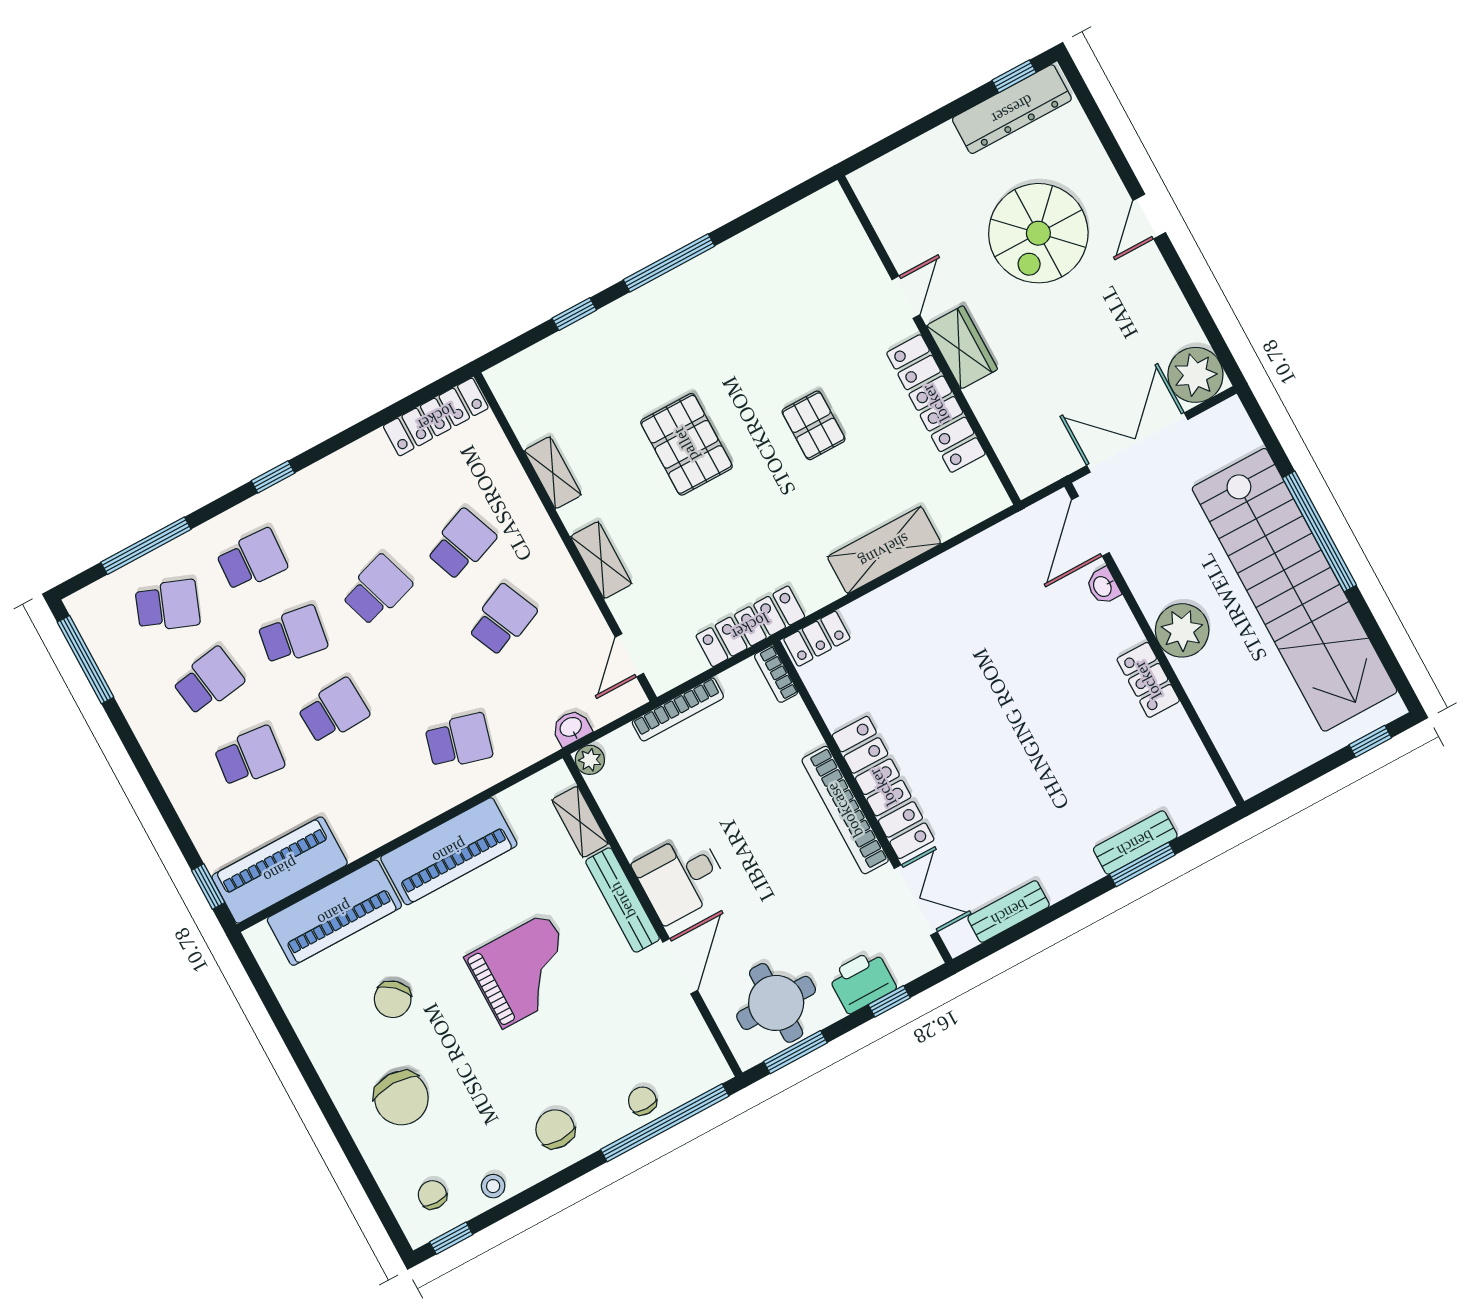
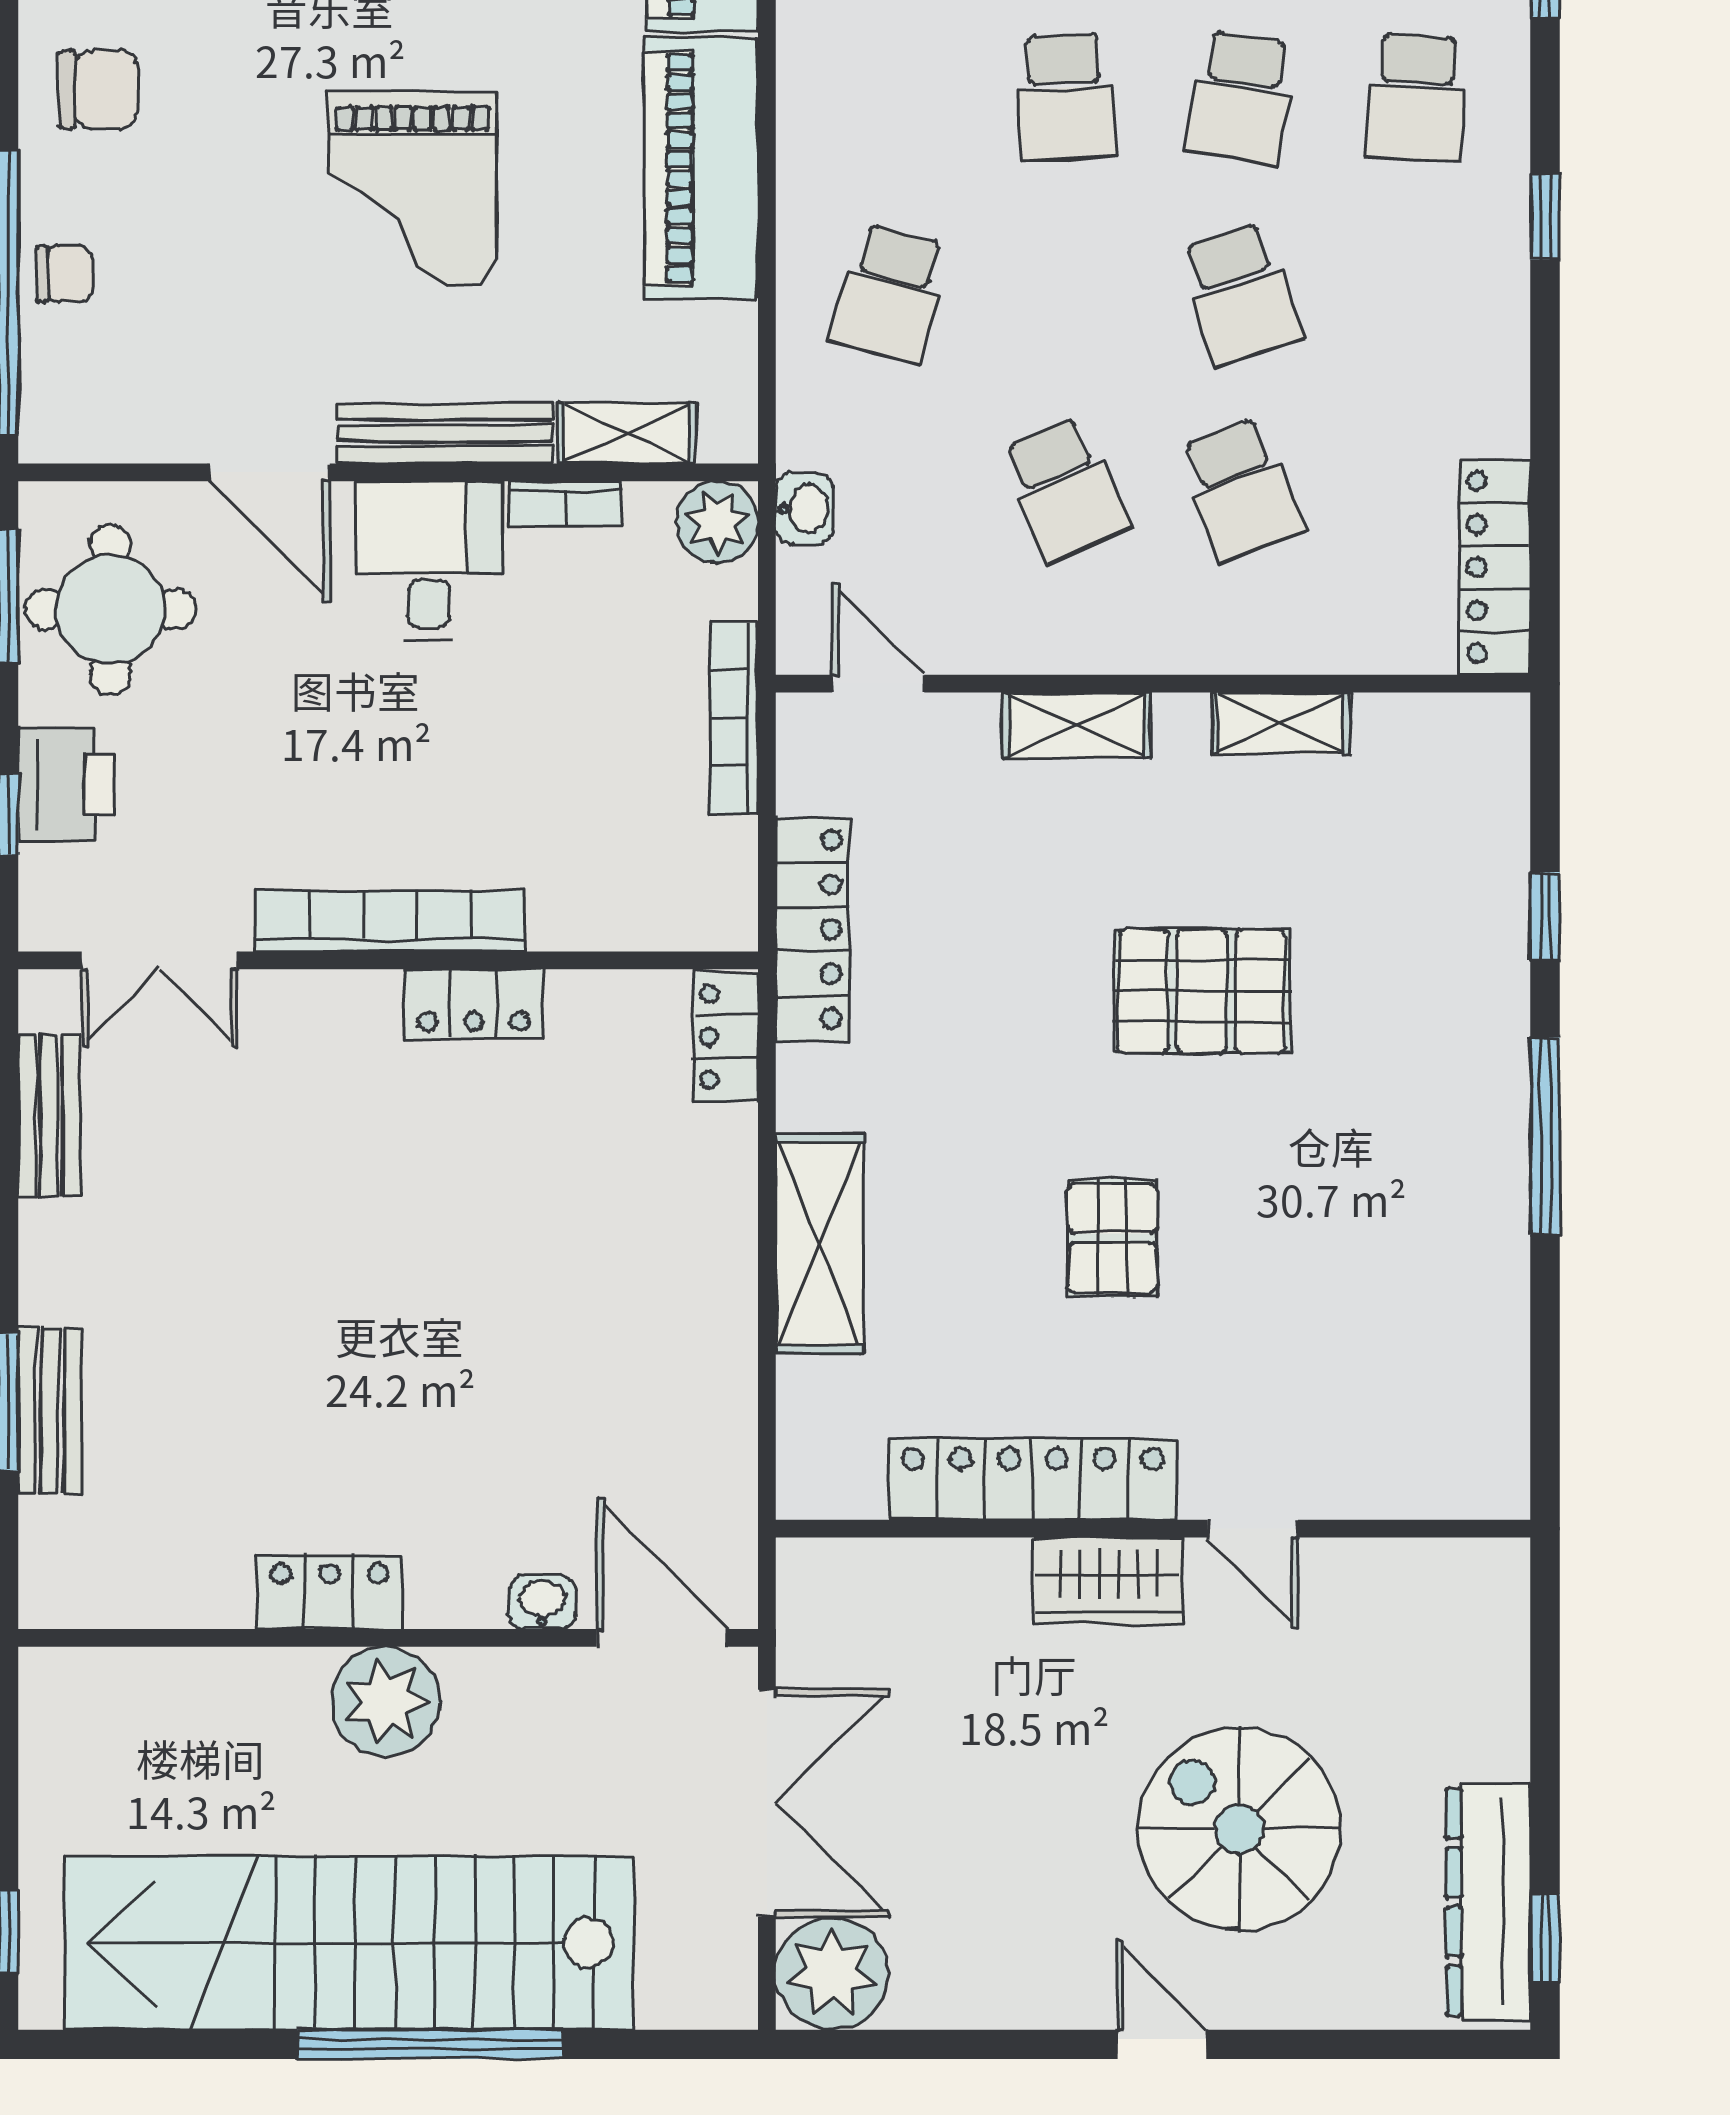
pallet: (814, 425) -> (1112, 1238), turned 90
bookcase: (776, 674) -> (565, 504), moved, turned 180
plant: (590, 760) -> (717, 522), width x1.38, depth x1.38
locker: (883, 787) -> (474, 1004), width x0.46, depth x0.83

